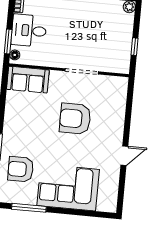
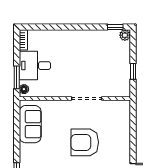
sofa: (28, 80) -> (30, 124), moved, turned -90

